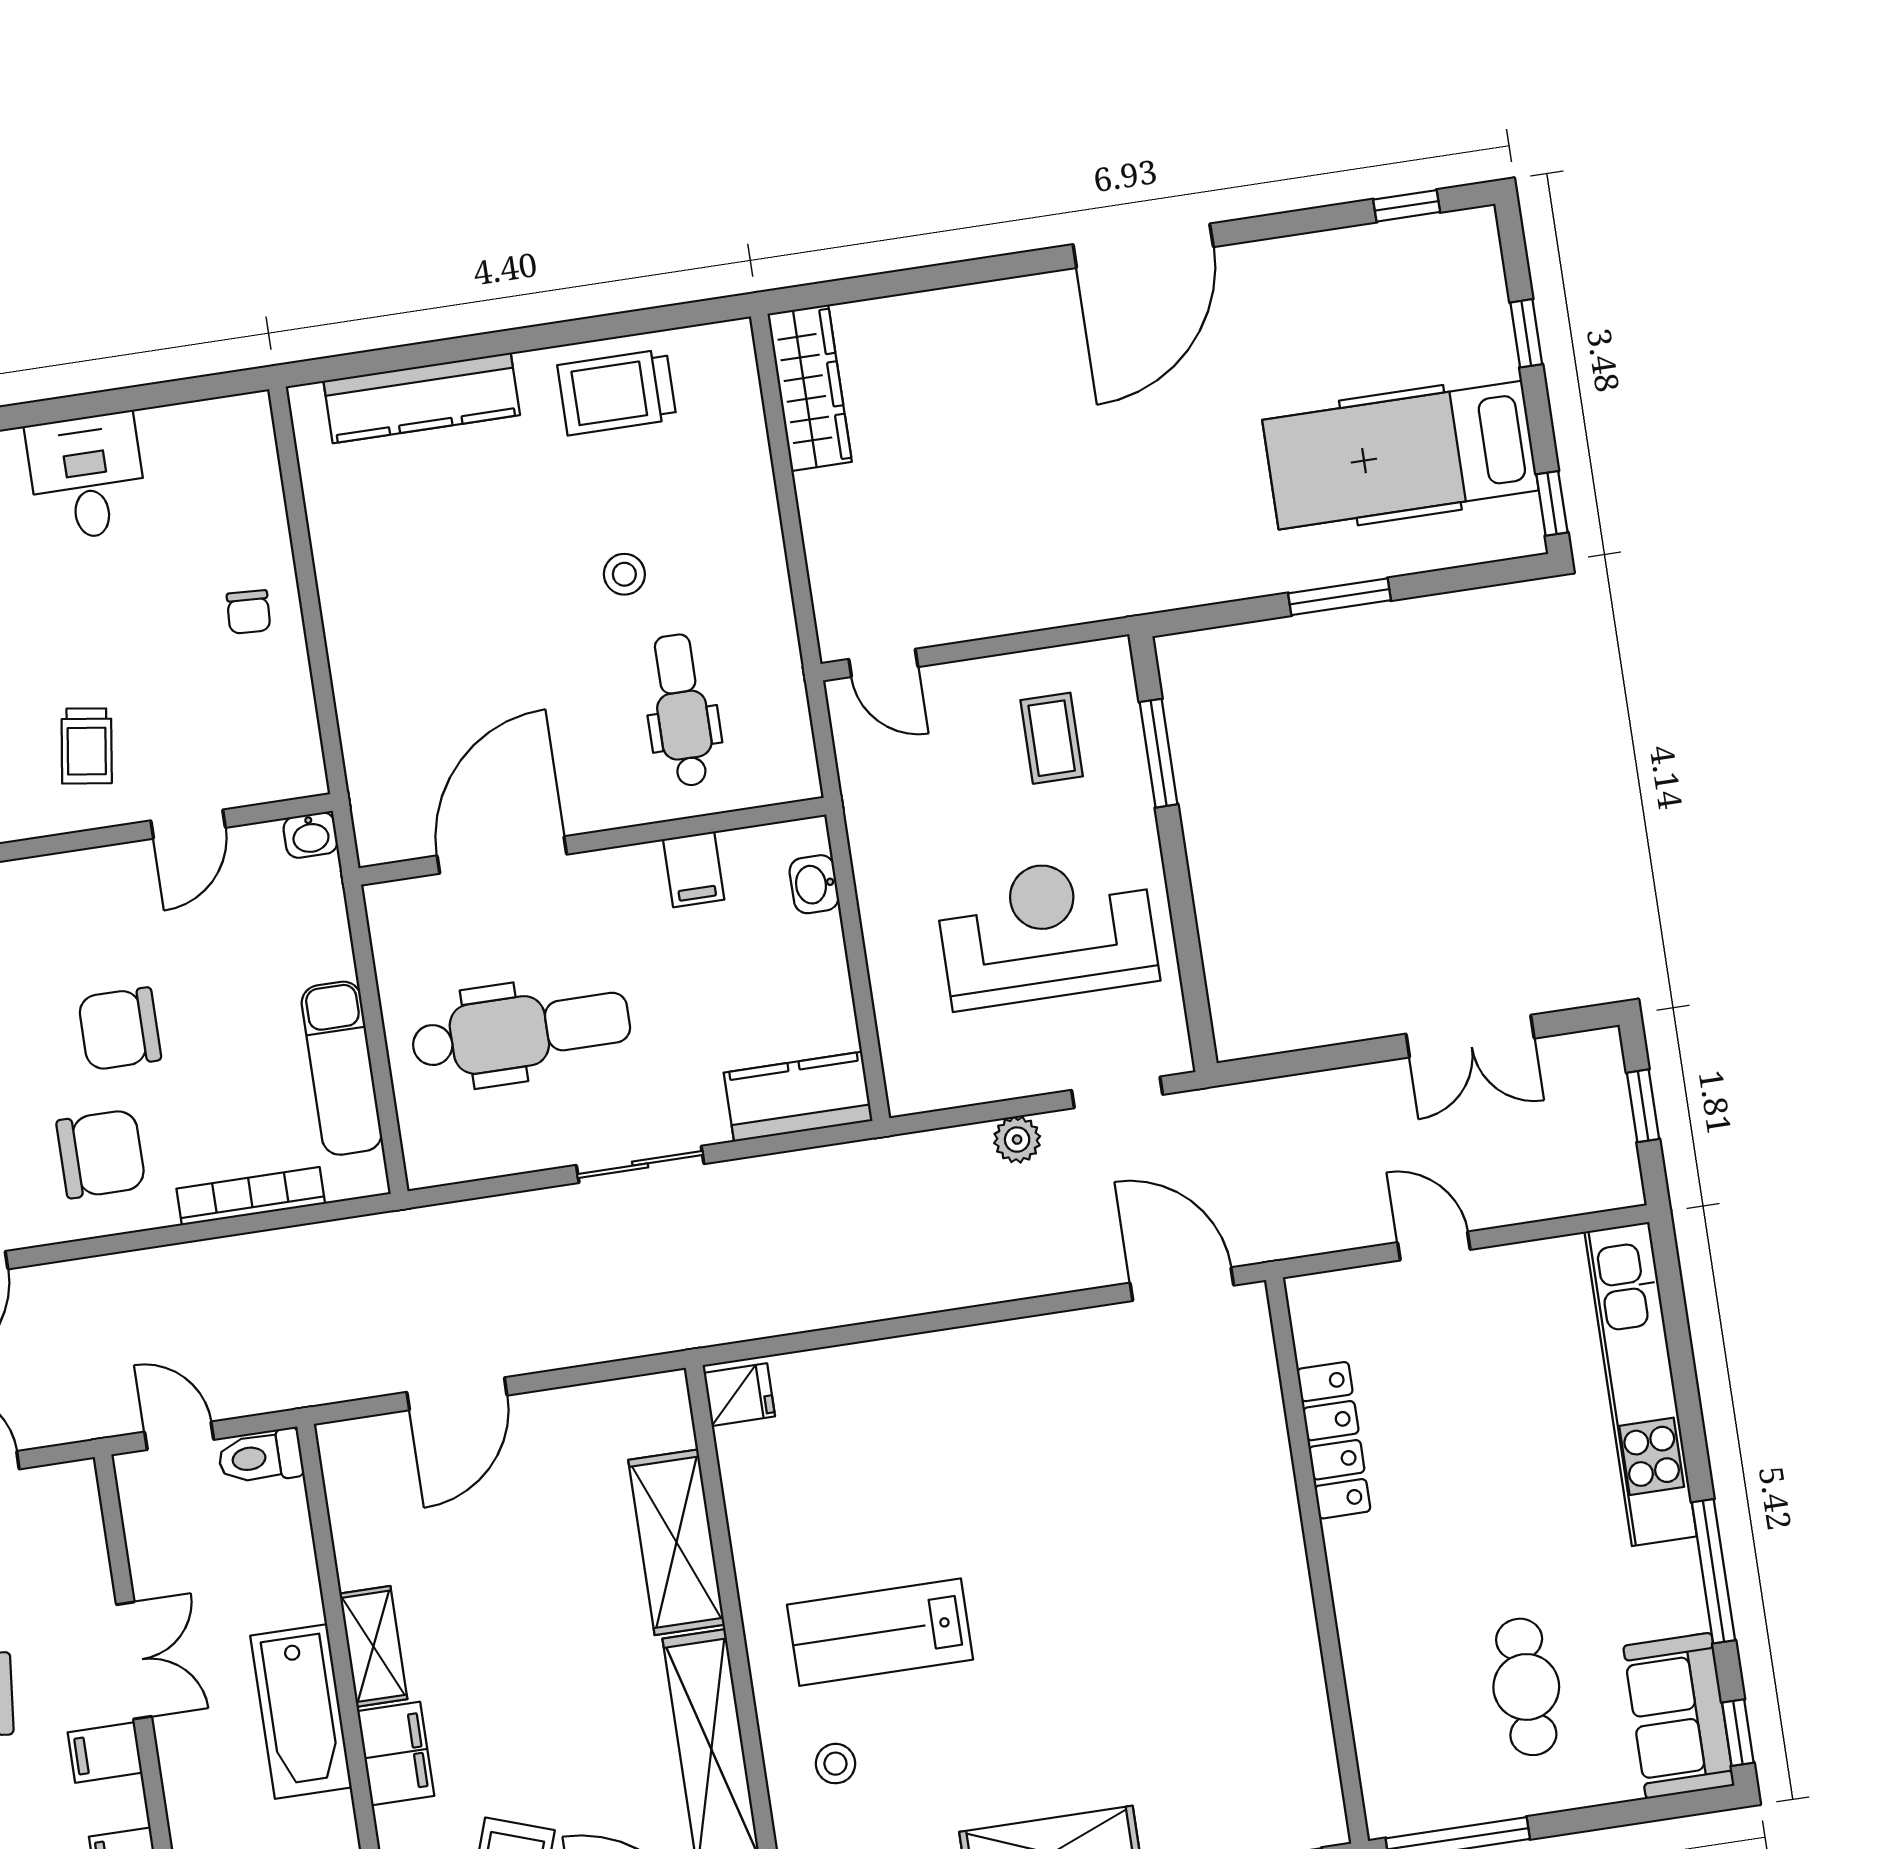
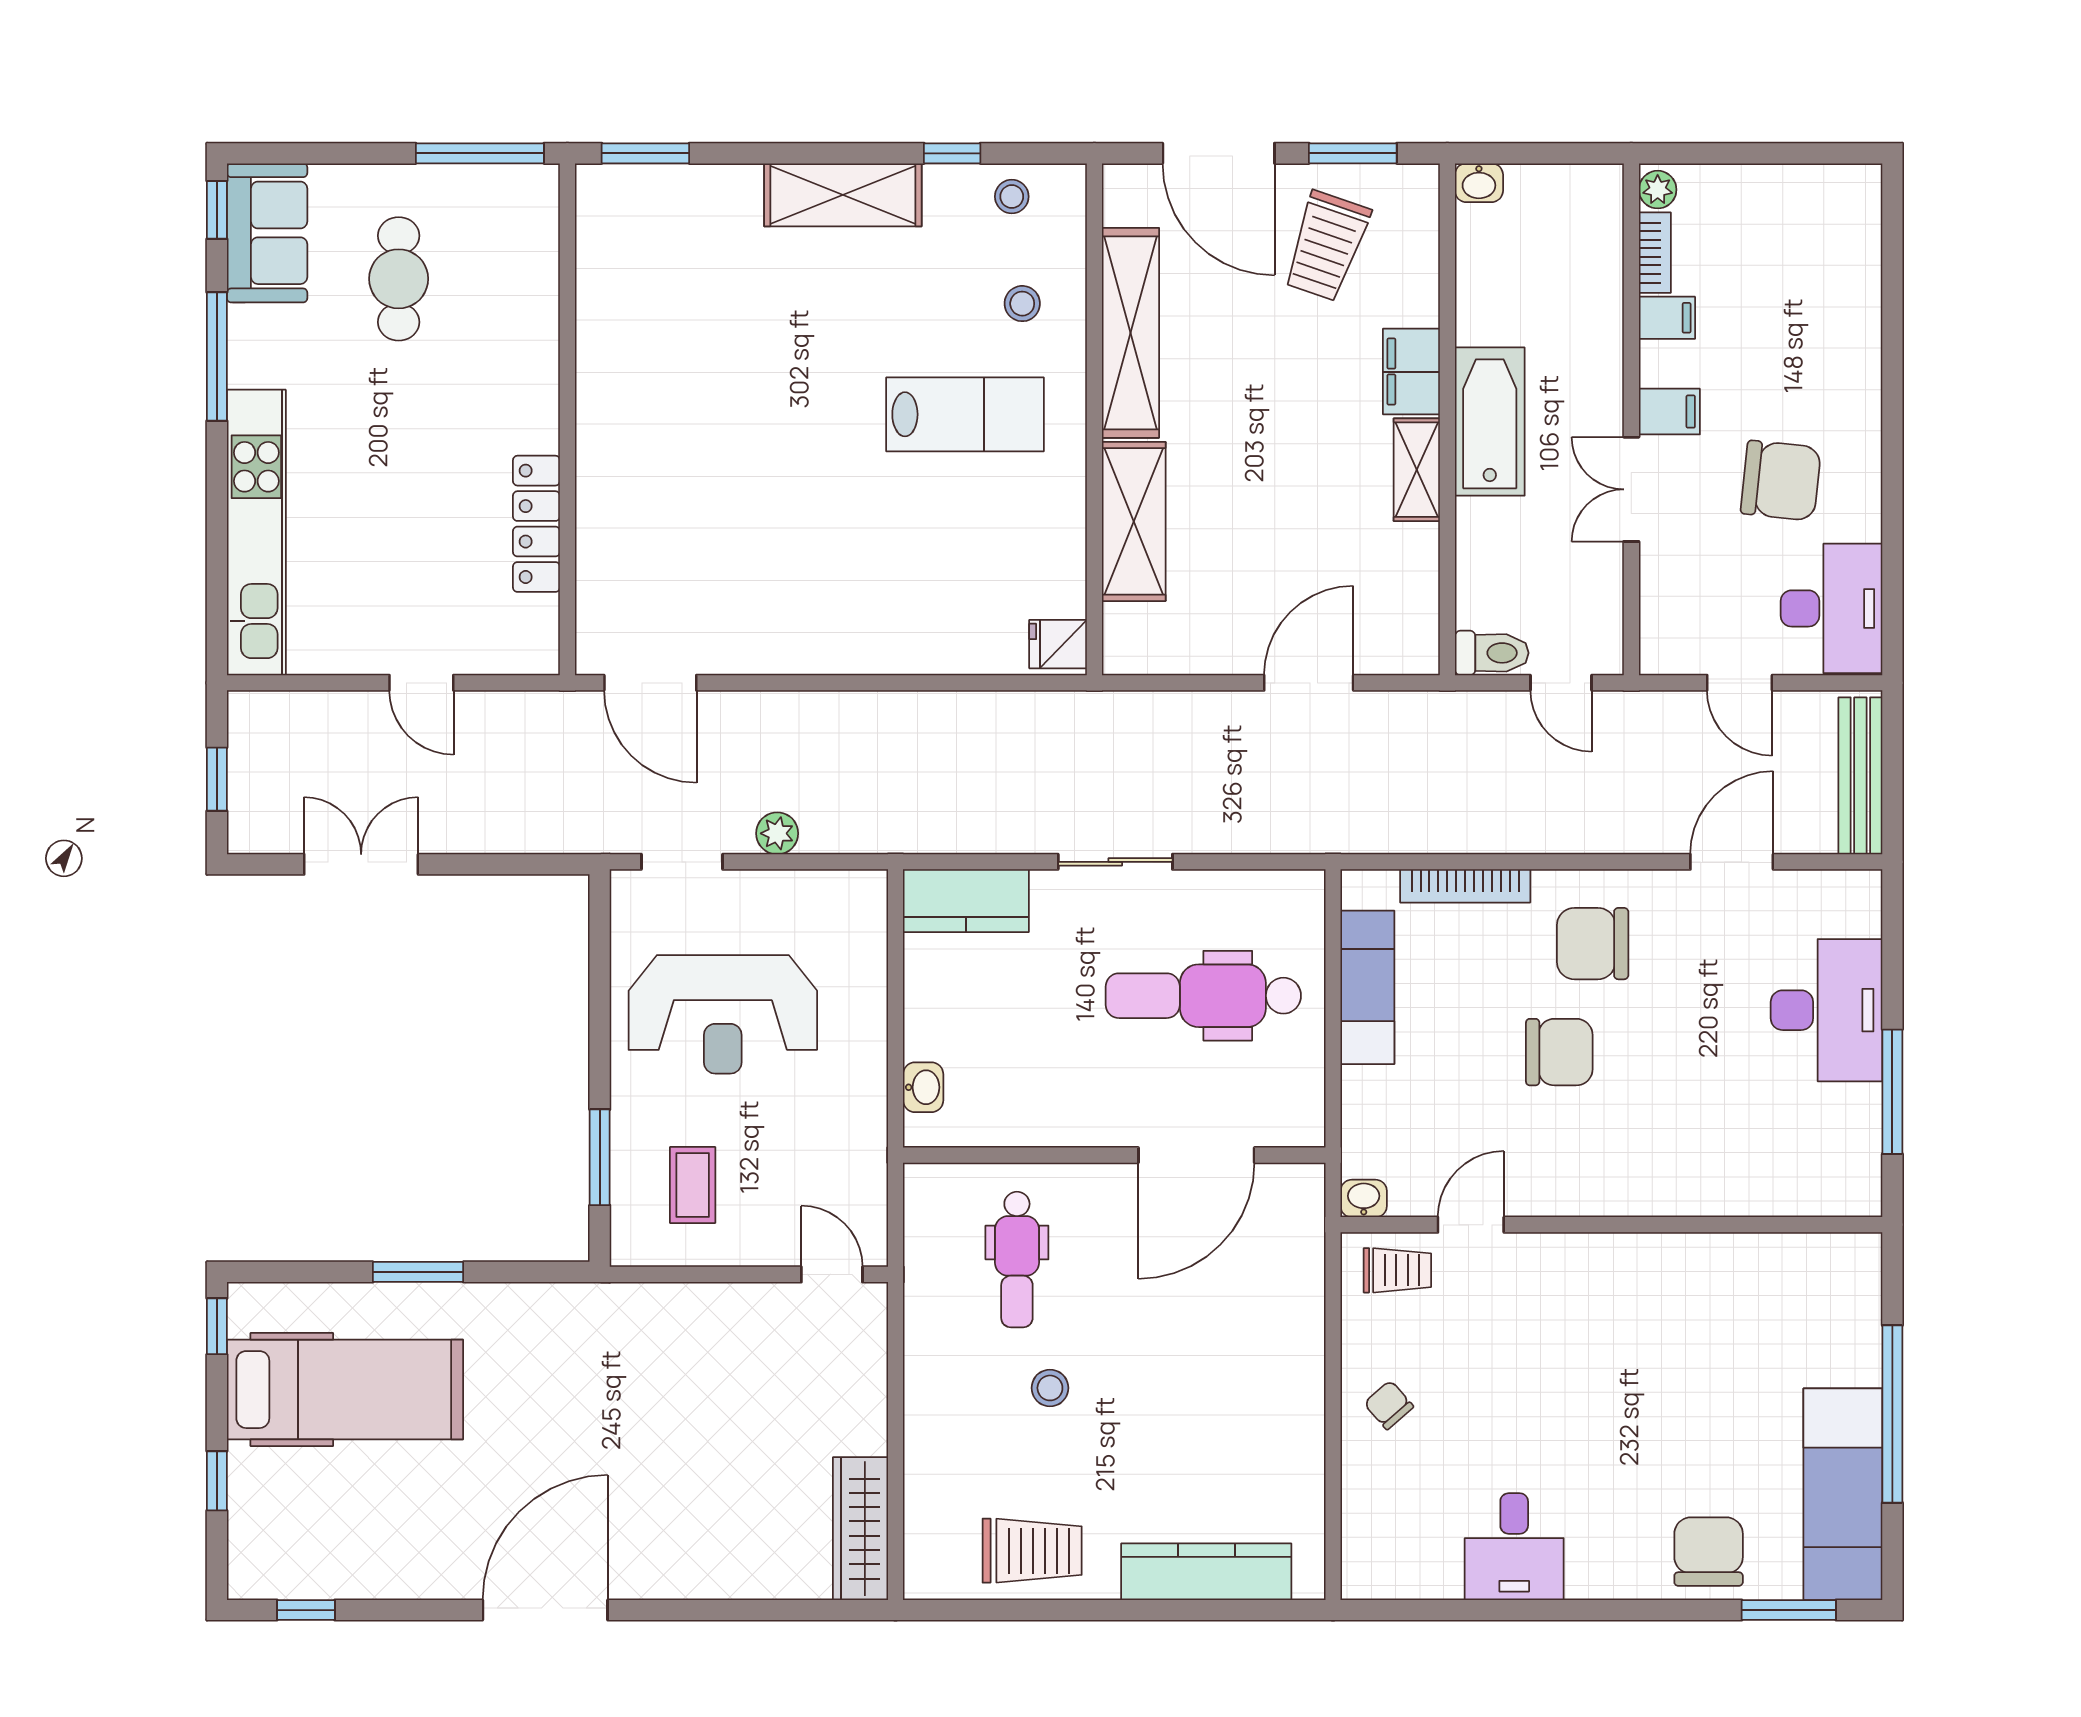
chair: (249, 612) -> (1389, 1405), turned -44
trolley: (87, 746) -> (1397, 1270), moved, turned 82
filing cabinet: (694, 869) -> (1028, 1117), removed

